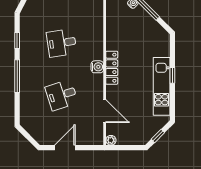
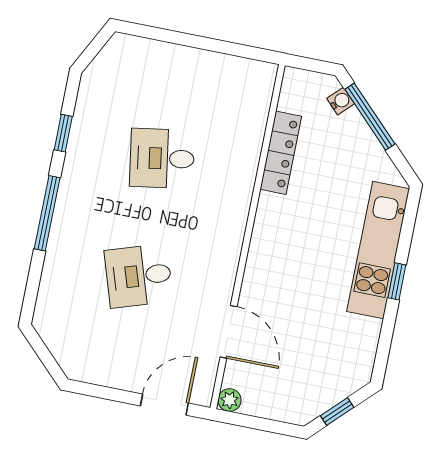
water cooler: (97, 67) -> (232, 229), removed
locker: (112, 68) -> (281, 153), moved
kitchen unit: (162, 86) -> (378, 250), moved
door: (65, 148) -> (164, 405), moved

